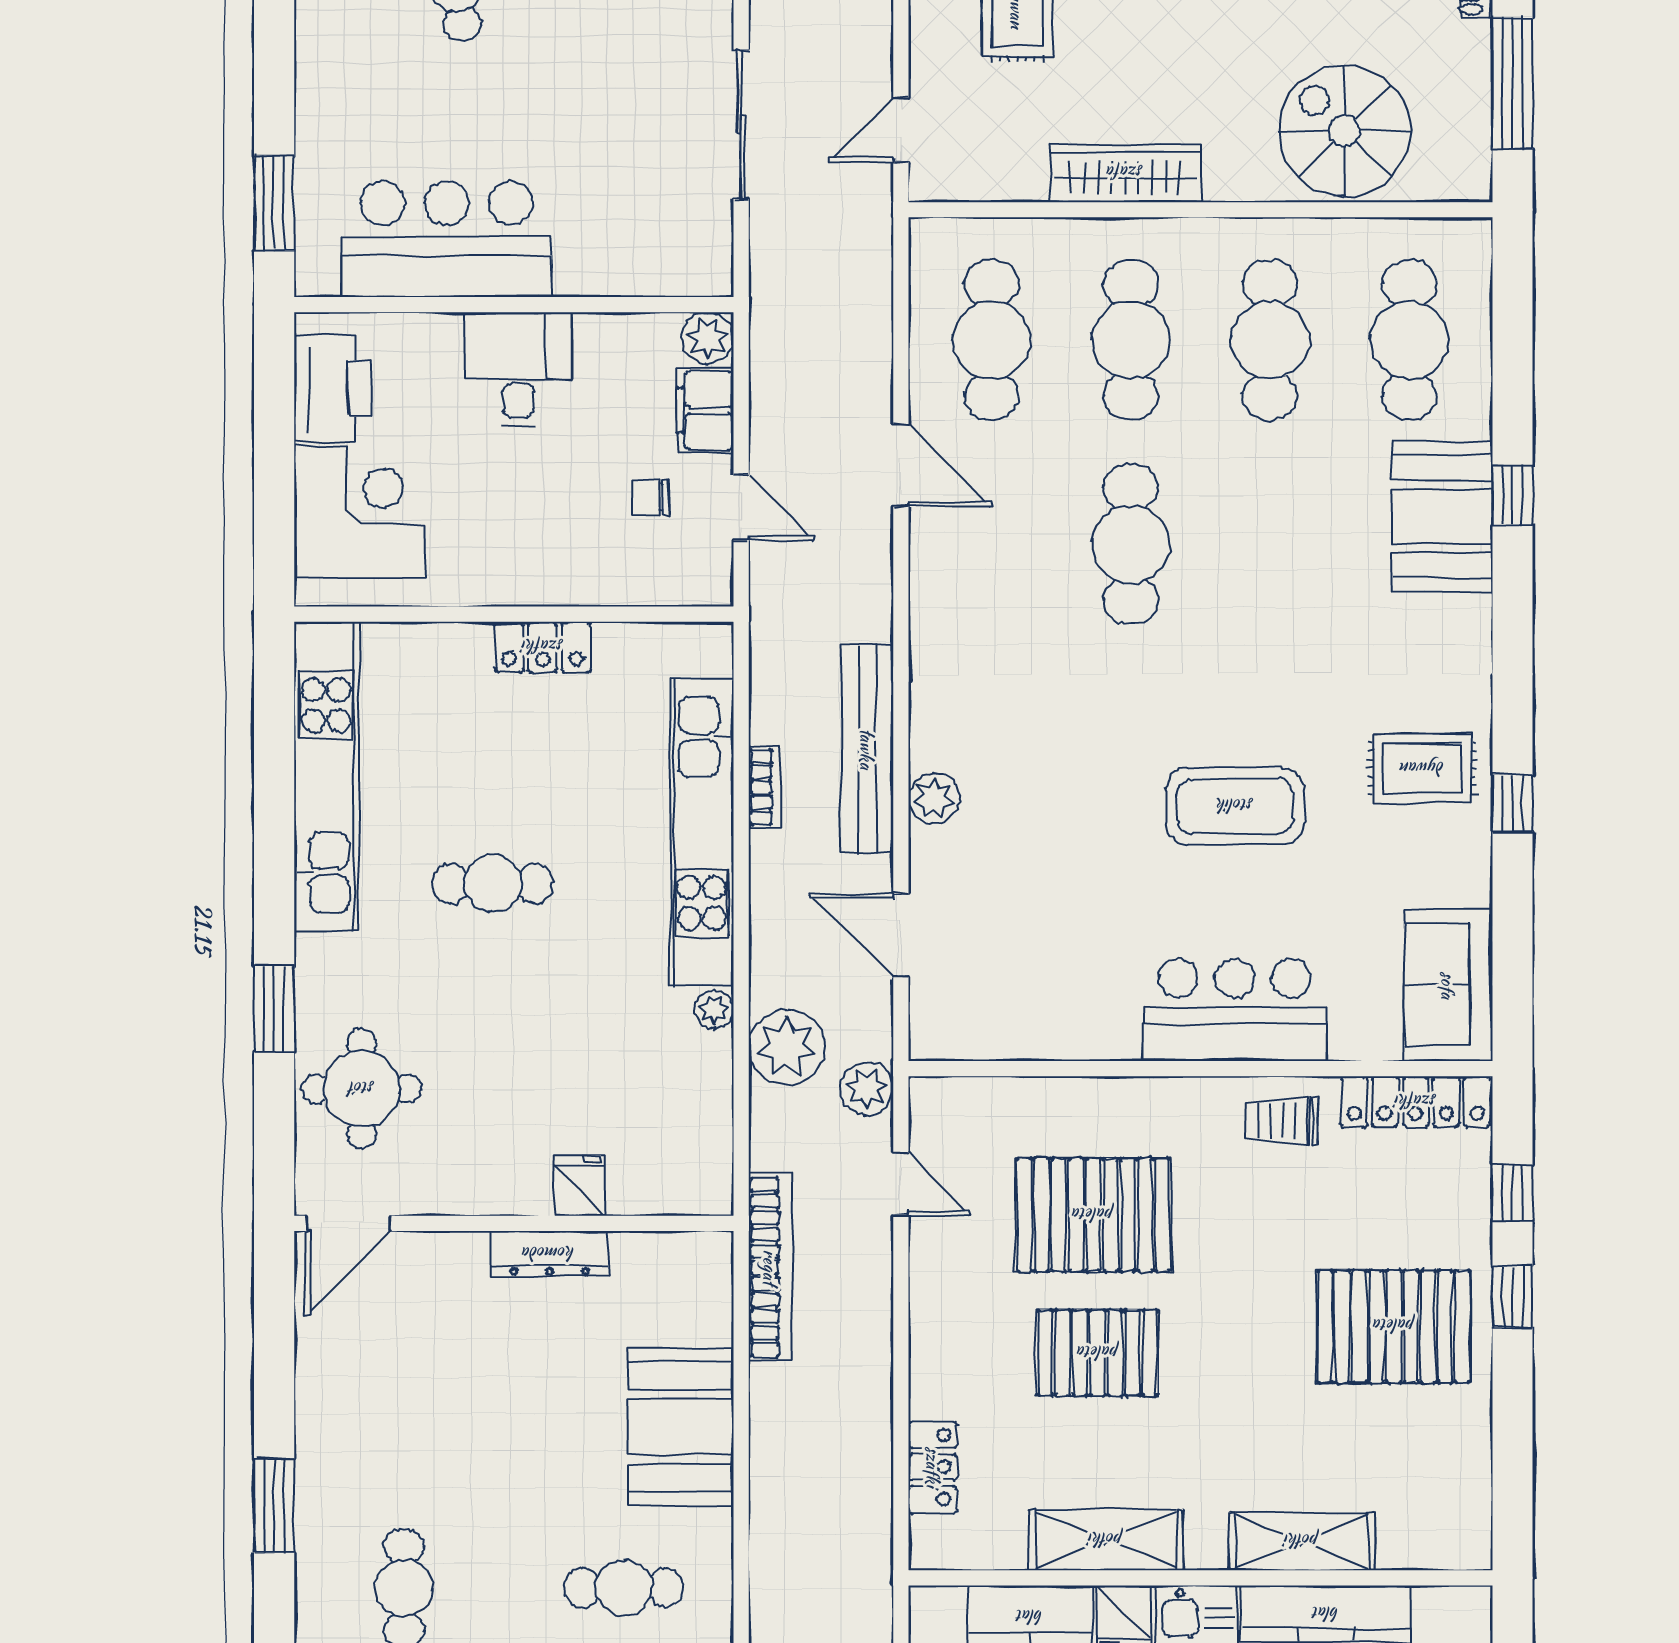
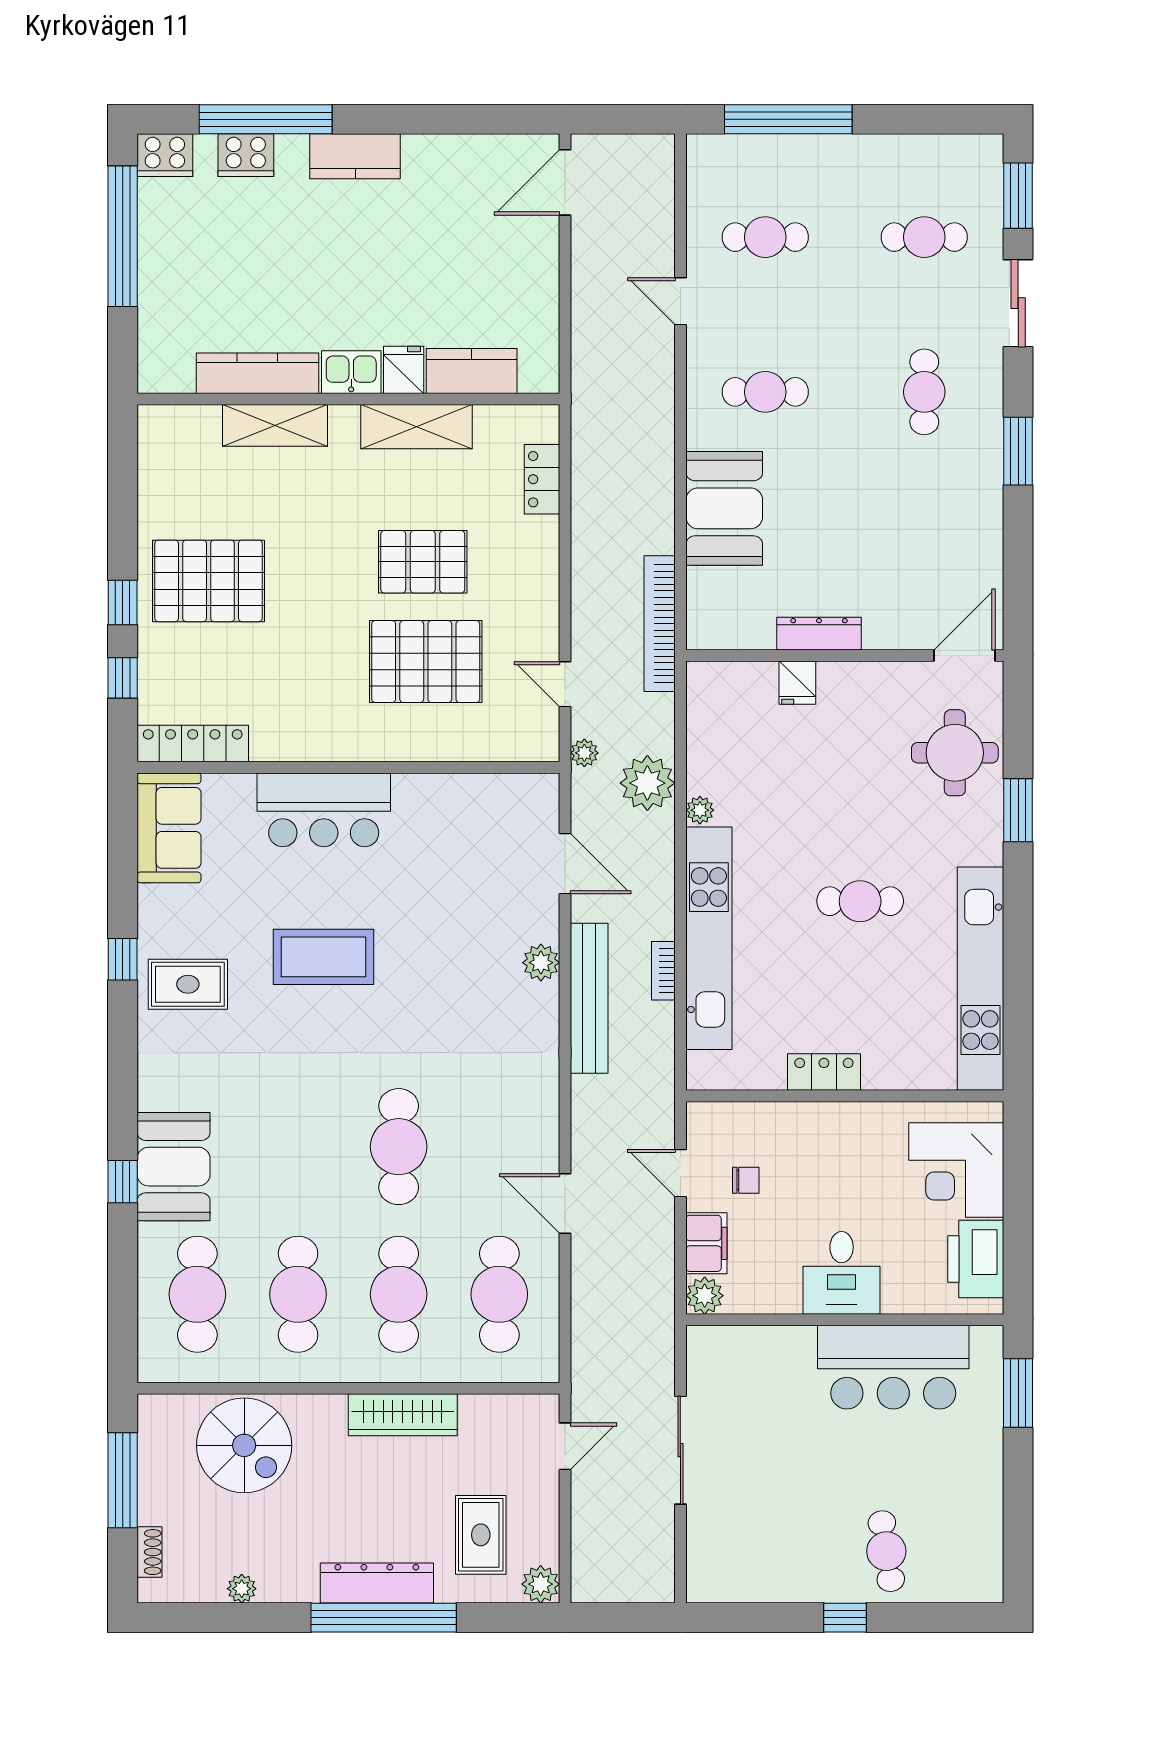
plant: (867, 1089) -> (584, 753), width x0.73, depth x0.73
trolley: (1282, 1121) -> (289, 730), removed

